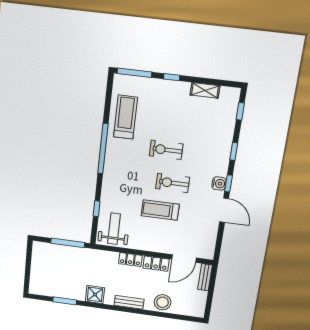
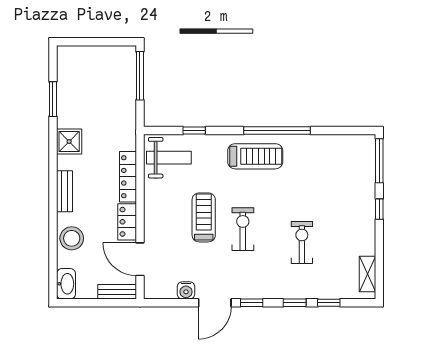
shelving: (205, 90) -> (368, 274), moved
window: (240, 111) -> (329, 303), moved
treadmill: (126, 117) -> (255, 156), moved
exercise bike: (166, 150) -> (302, 243), moved
water cooler: (219, 184) -> (186, 290), moved
window: (68, 243) -> (140, 76), moved
locker: (130, 260) -> (128, 177), width x1.53
washbasin: (194, 310) -> (66, 284), added

